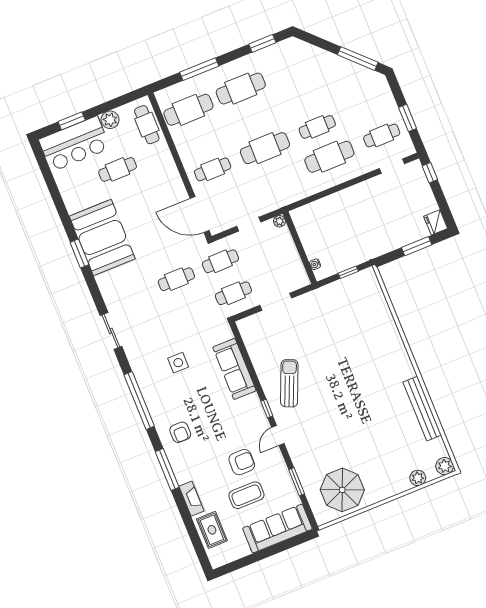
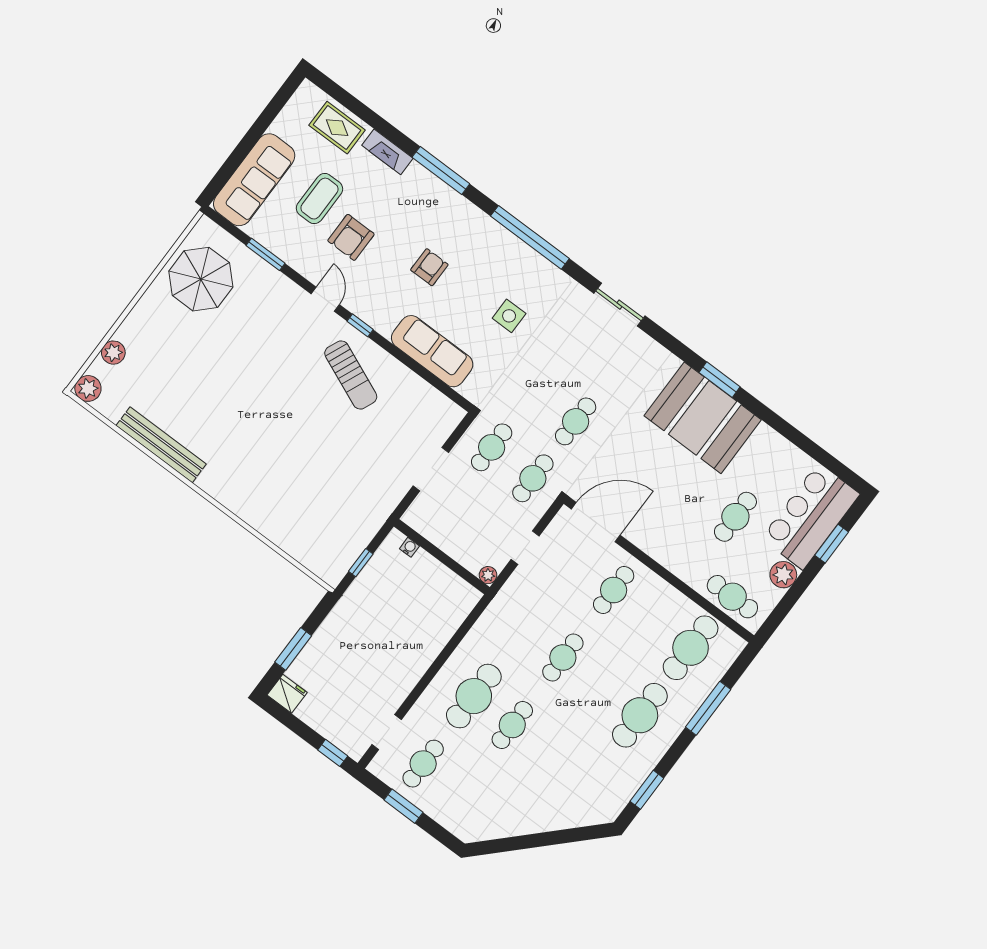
window: (358, 59) -> (513, 844), removed
cafe table: (265, 148) -> (563, 657), width x0.73, depth x0.74
armchair: (180, 432) -> (429, 267), moved, turned 90

